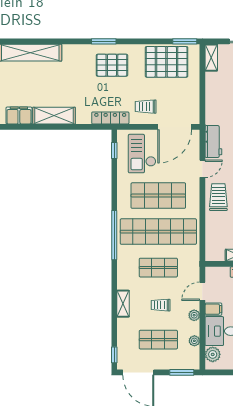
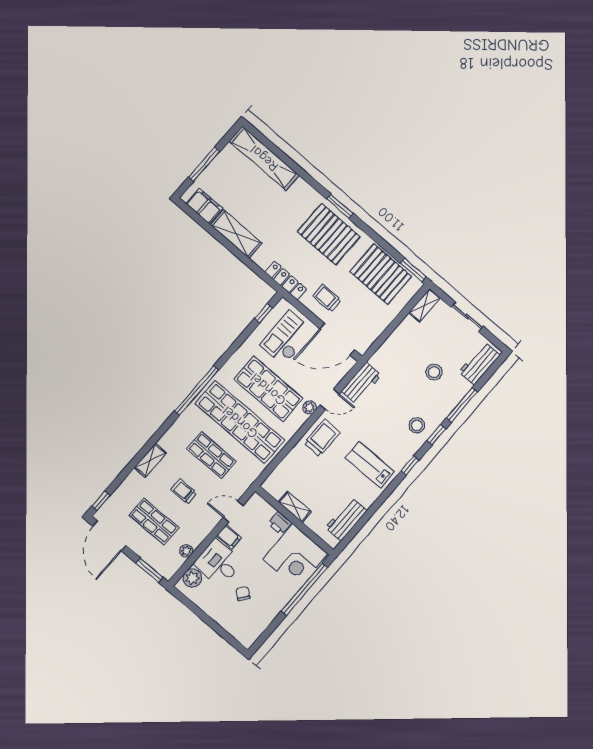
pallet: (112, 65) -> (329, 234), width x1.37, depth x1.41
plant: (194, 315) -> (310, 407), moved

